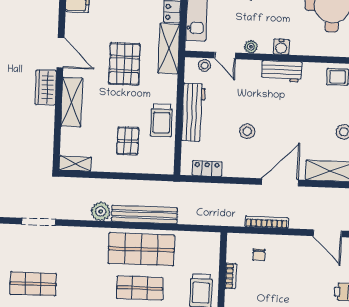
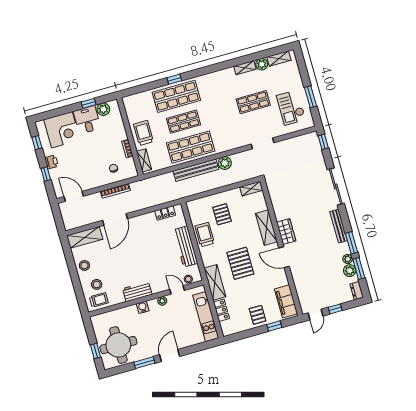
stool: (247, 131) -> (97, 284), moved
shelving: (213, 252) -> (144, 160), added

